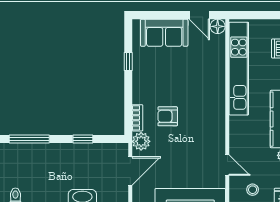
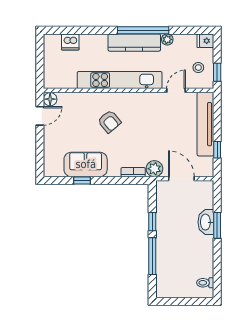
sofa: (164, 33) -> (86, 164), moved, turned -90
kitchen unit: (239, 69) -> (120, 80), moved
armchair: (168, 116) -> (109, 122), moved, turned -40
window: (29, 139) -> (152, 256), moved

